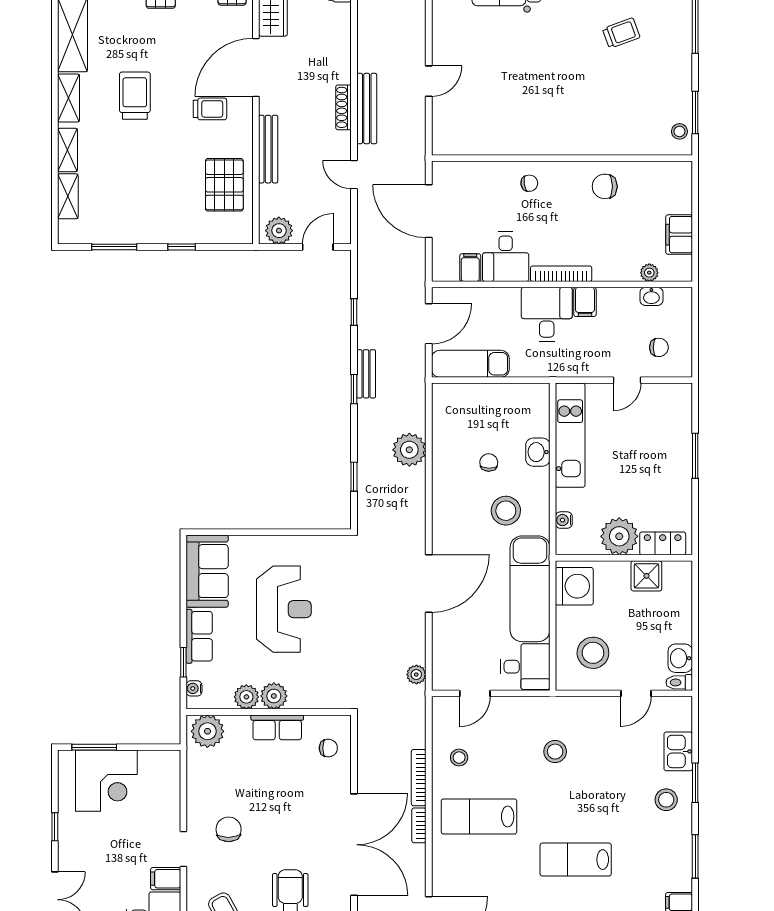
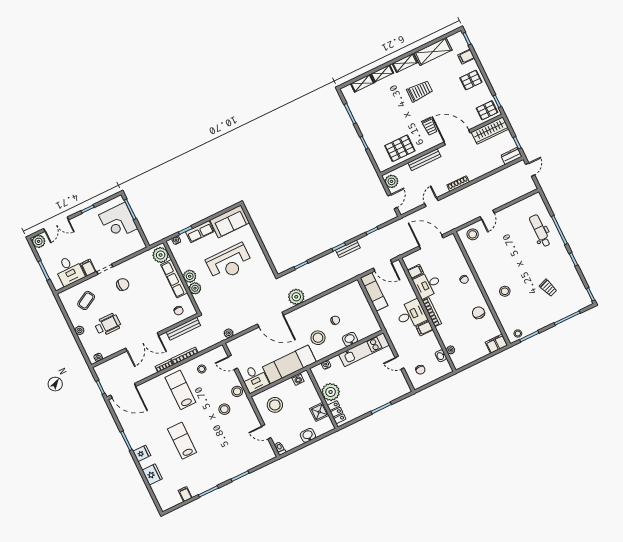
door: (429, 81) -> (487, 215), hinge flipped
bench: (367, 109) -> (183, 329), moved
stool: (588, 118) -> (505, 291), added
stool: (452, 126) -> (473, 234), added
door: (429, 211) -> (431, 242), hinge flipped
filing cabinet: (679, 235) -> (496, 344), moved
door: (318, 247) -> (393, 202), hinge flipped
plant: (409, 450) -> (296, 297), moved
washing machine: (574, 586) -> (298, 379), width x0.53, depth x0.53
washbasin: (680, 658) -> (308, 435), moved
plant: (246, 697) -> (195, 288), moved
row of seats: (277, 727) -> (174, 279), width x1.48
kitchen sink: (678, 751) -> (250, 462), removed
stool: (666, 800) -> (237, 391), moved
double door: (354, 845) -> (142, 342), width x0.73

